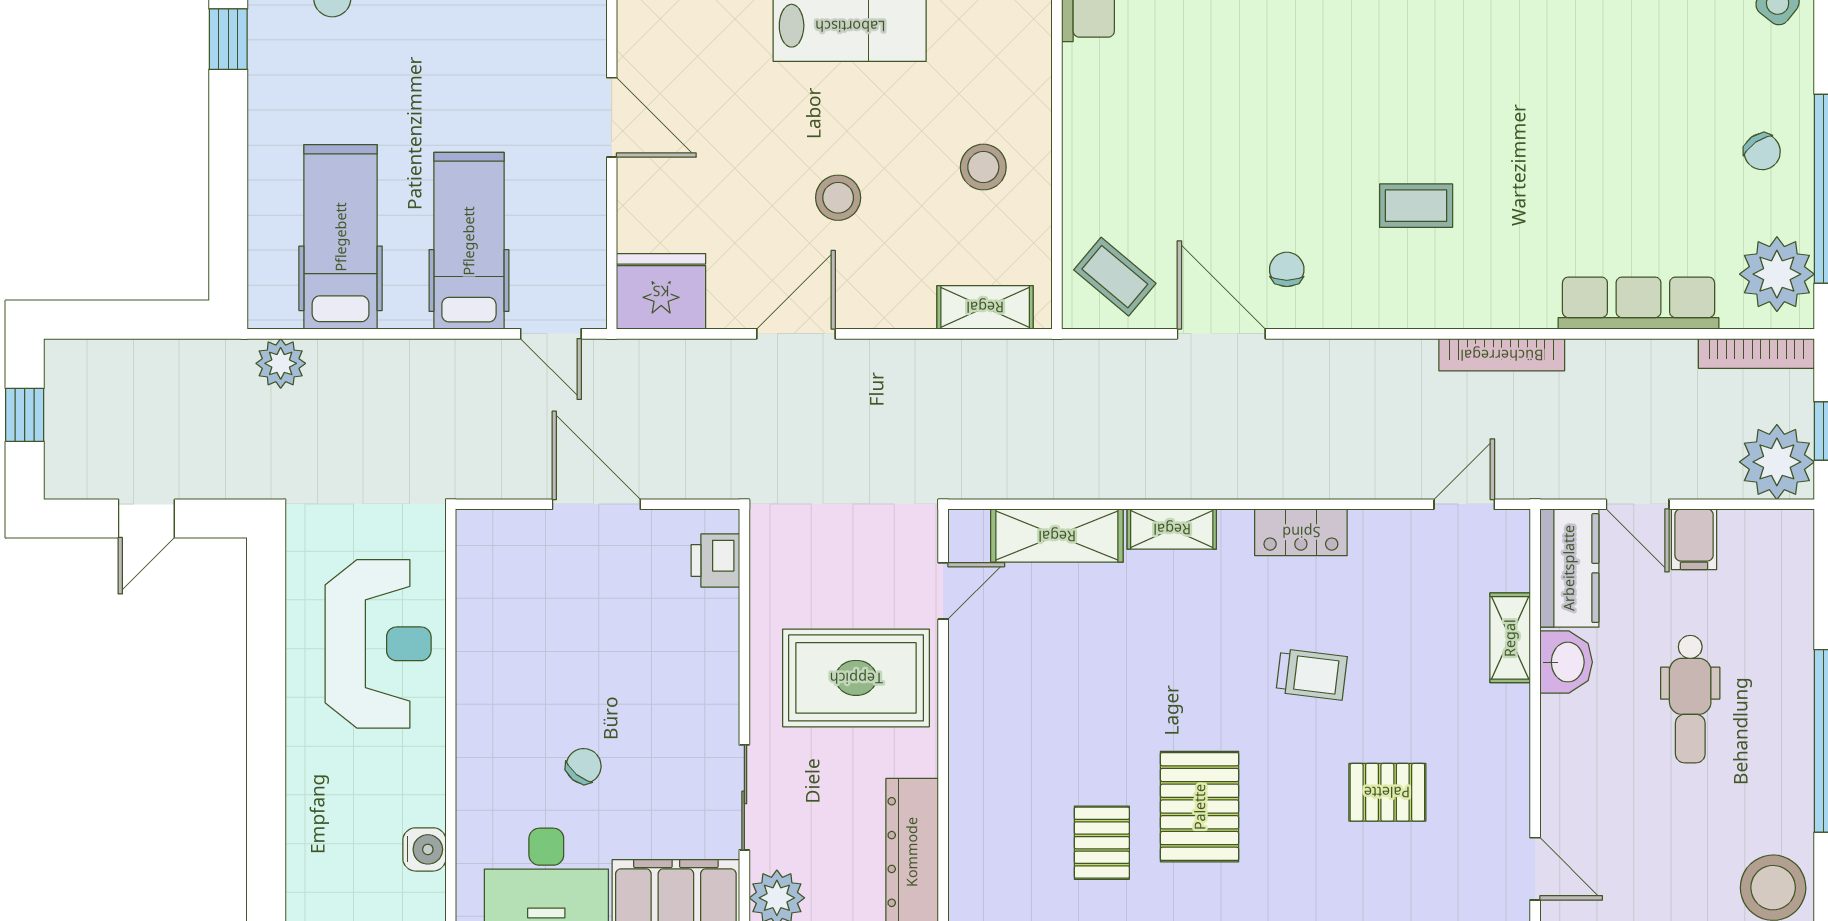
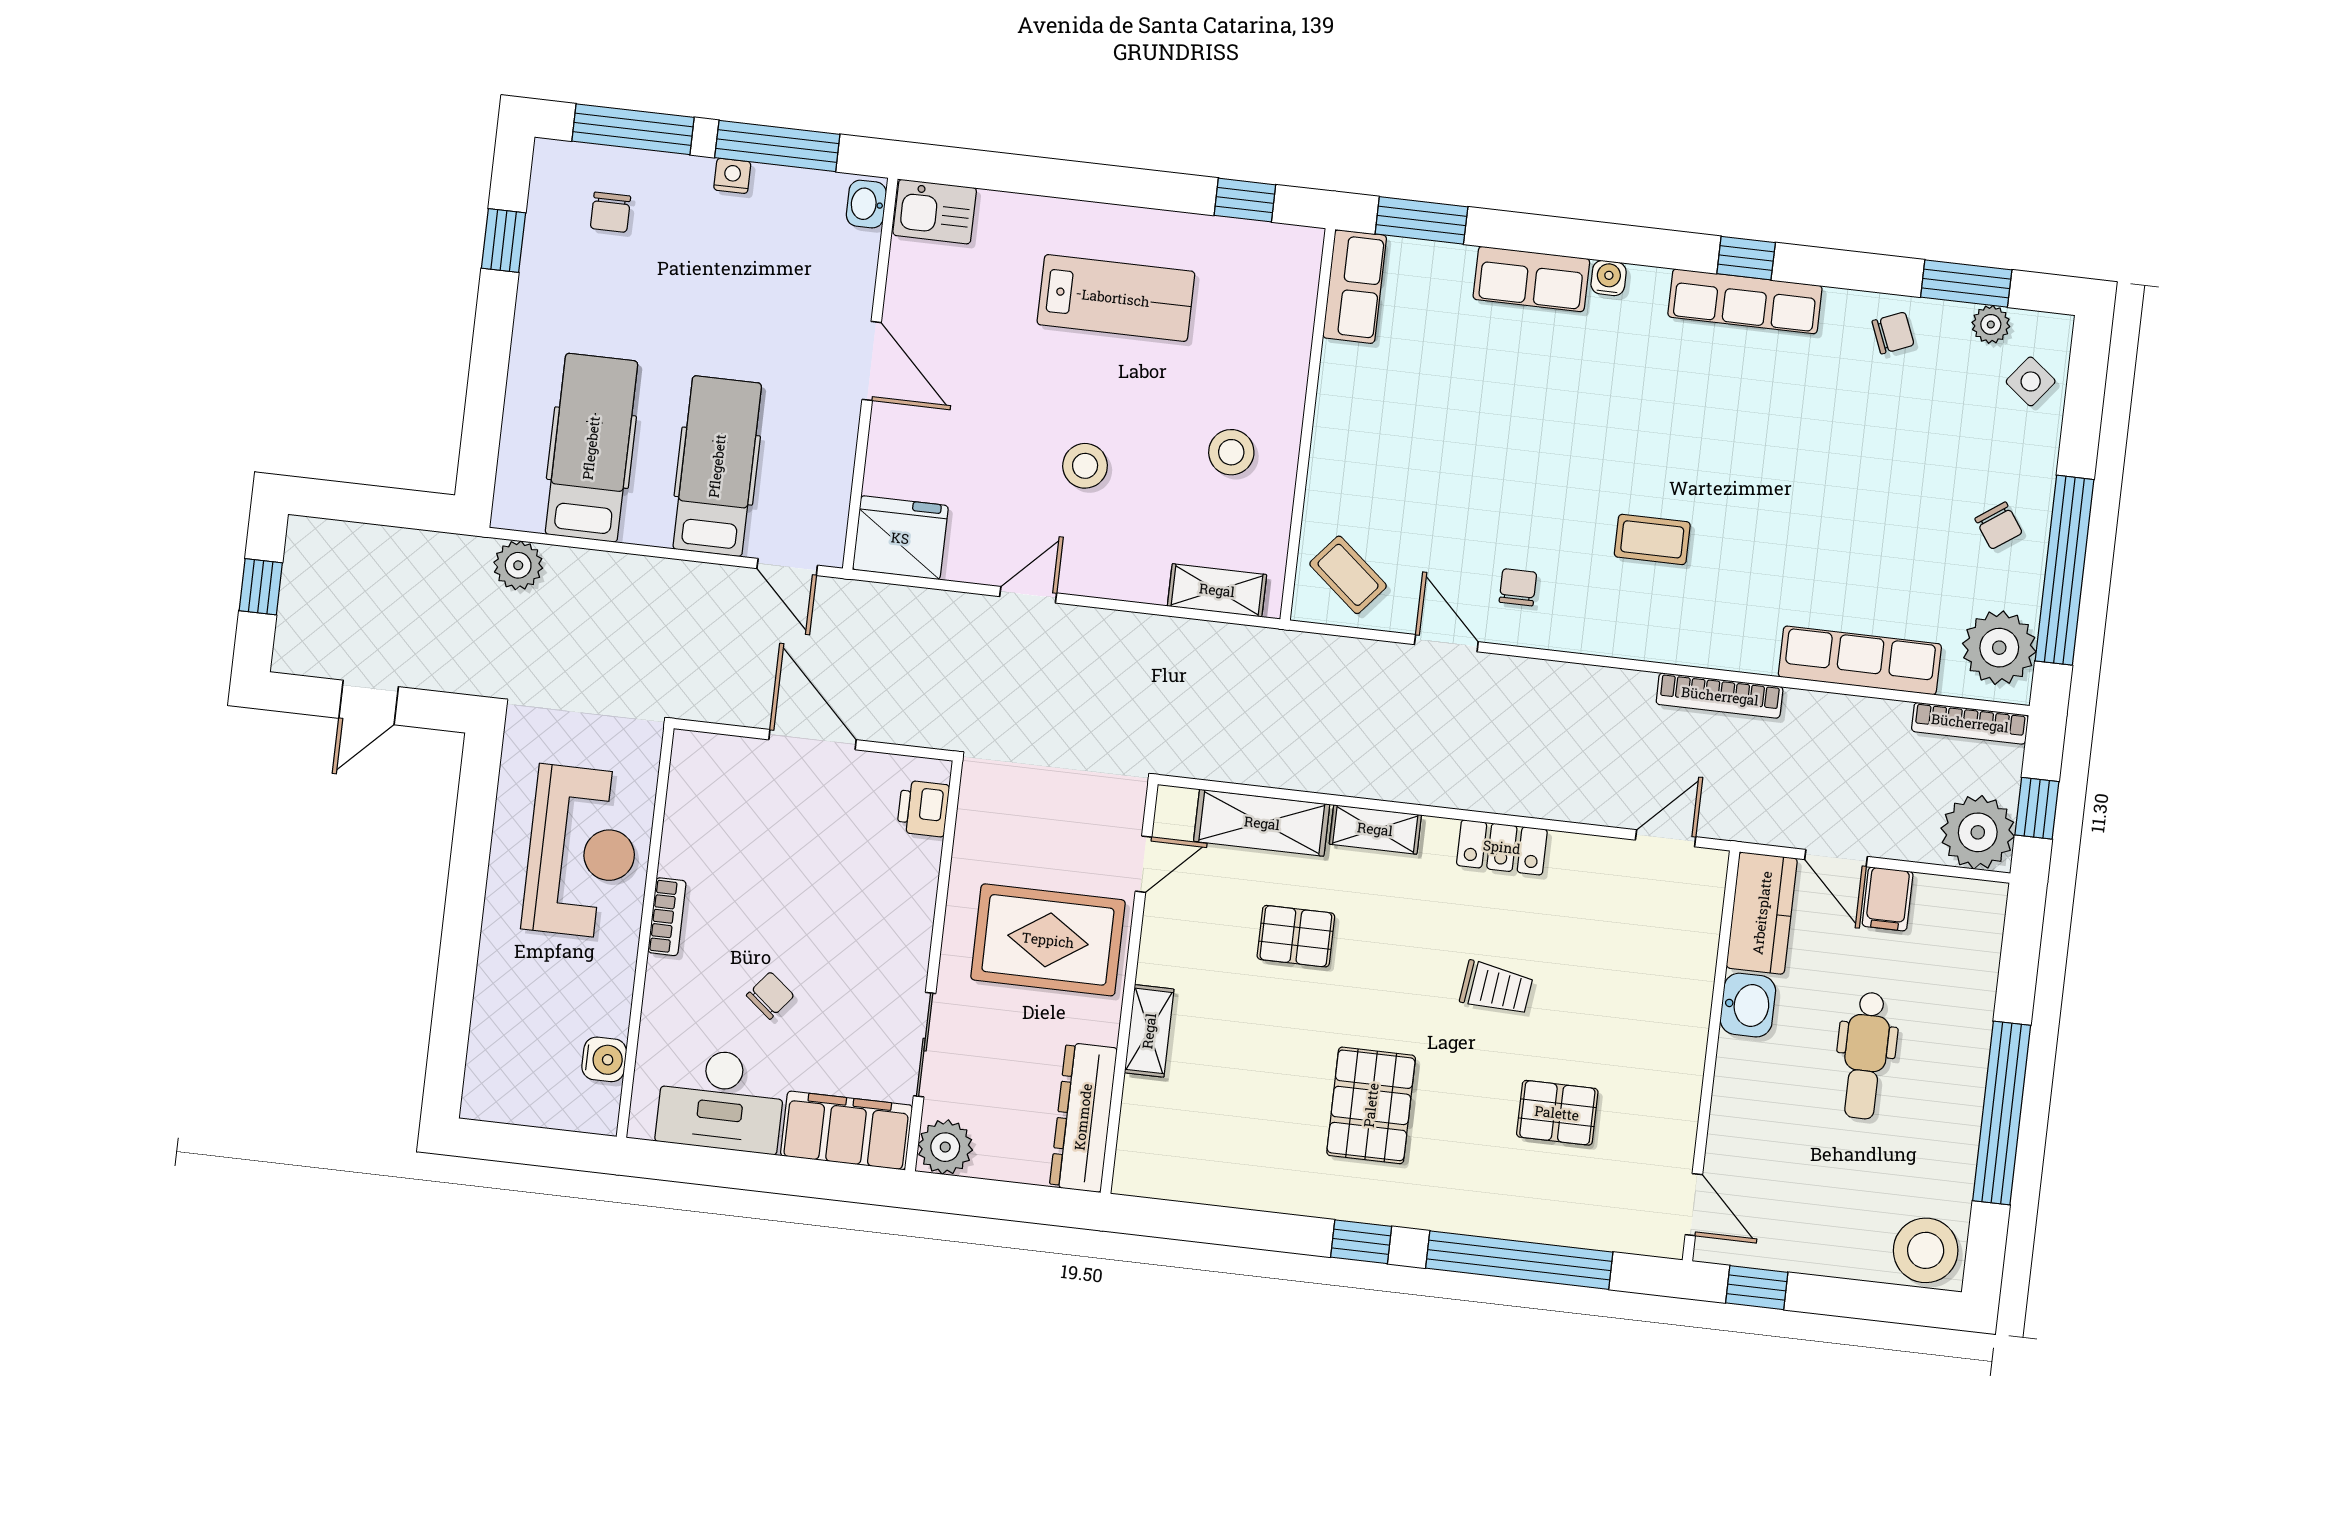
door: (796, 334) -> (1028, 595), width x0.73
door: (1221, 334) -> (1446, 643), width x0.73
shelving: (1510, 638) -> (1149, 1031), moved
bookcase: (471, 699) -> (667, 917), added
pallet: (1102, 843) -> (1296, 936), moved, turned 90

